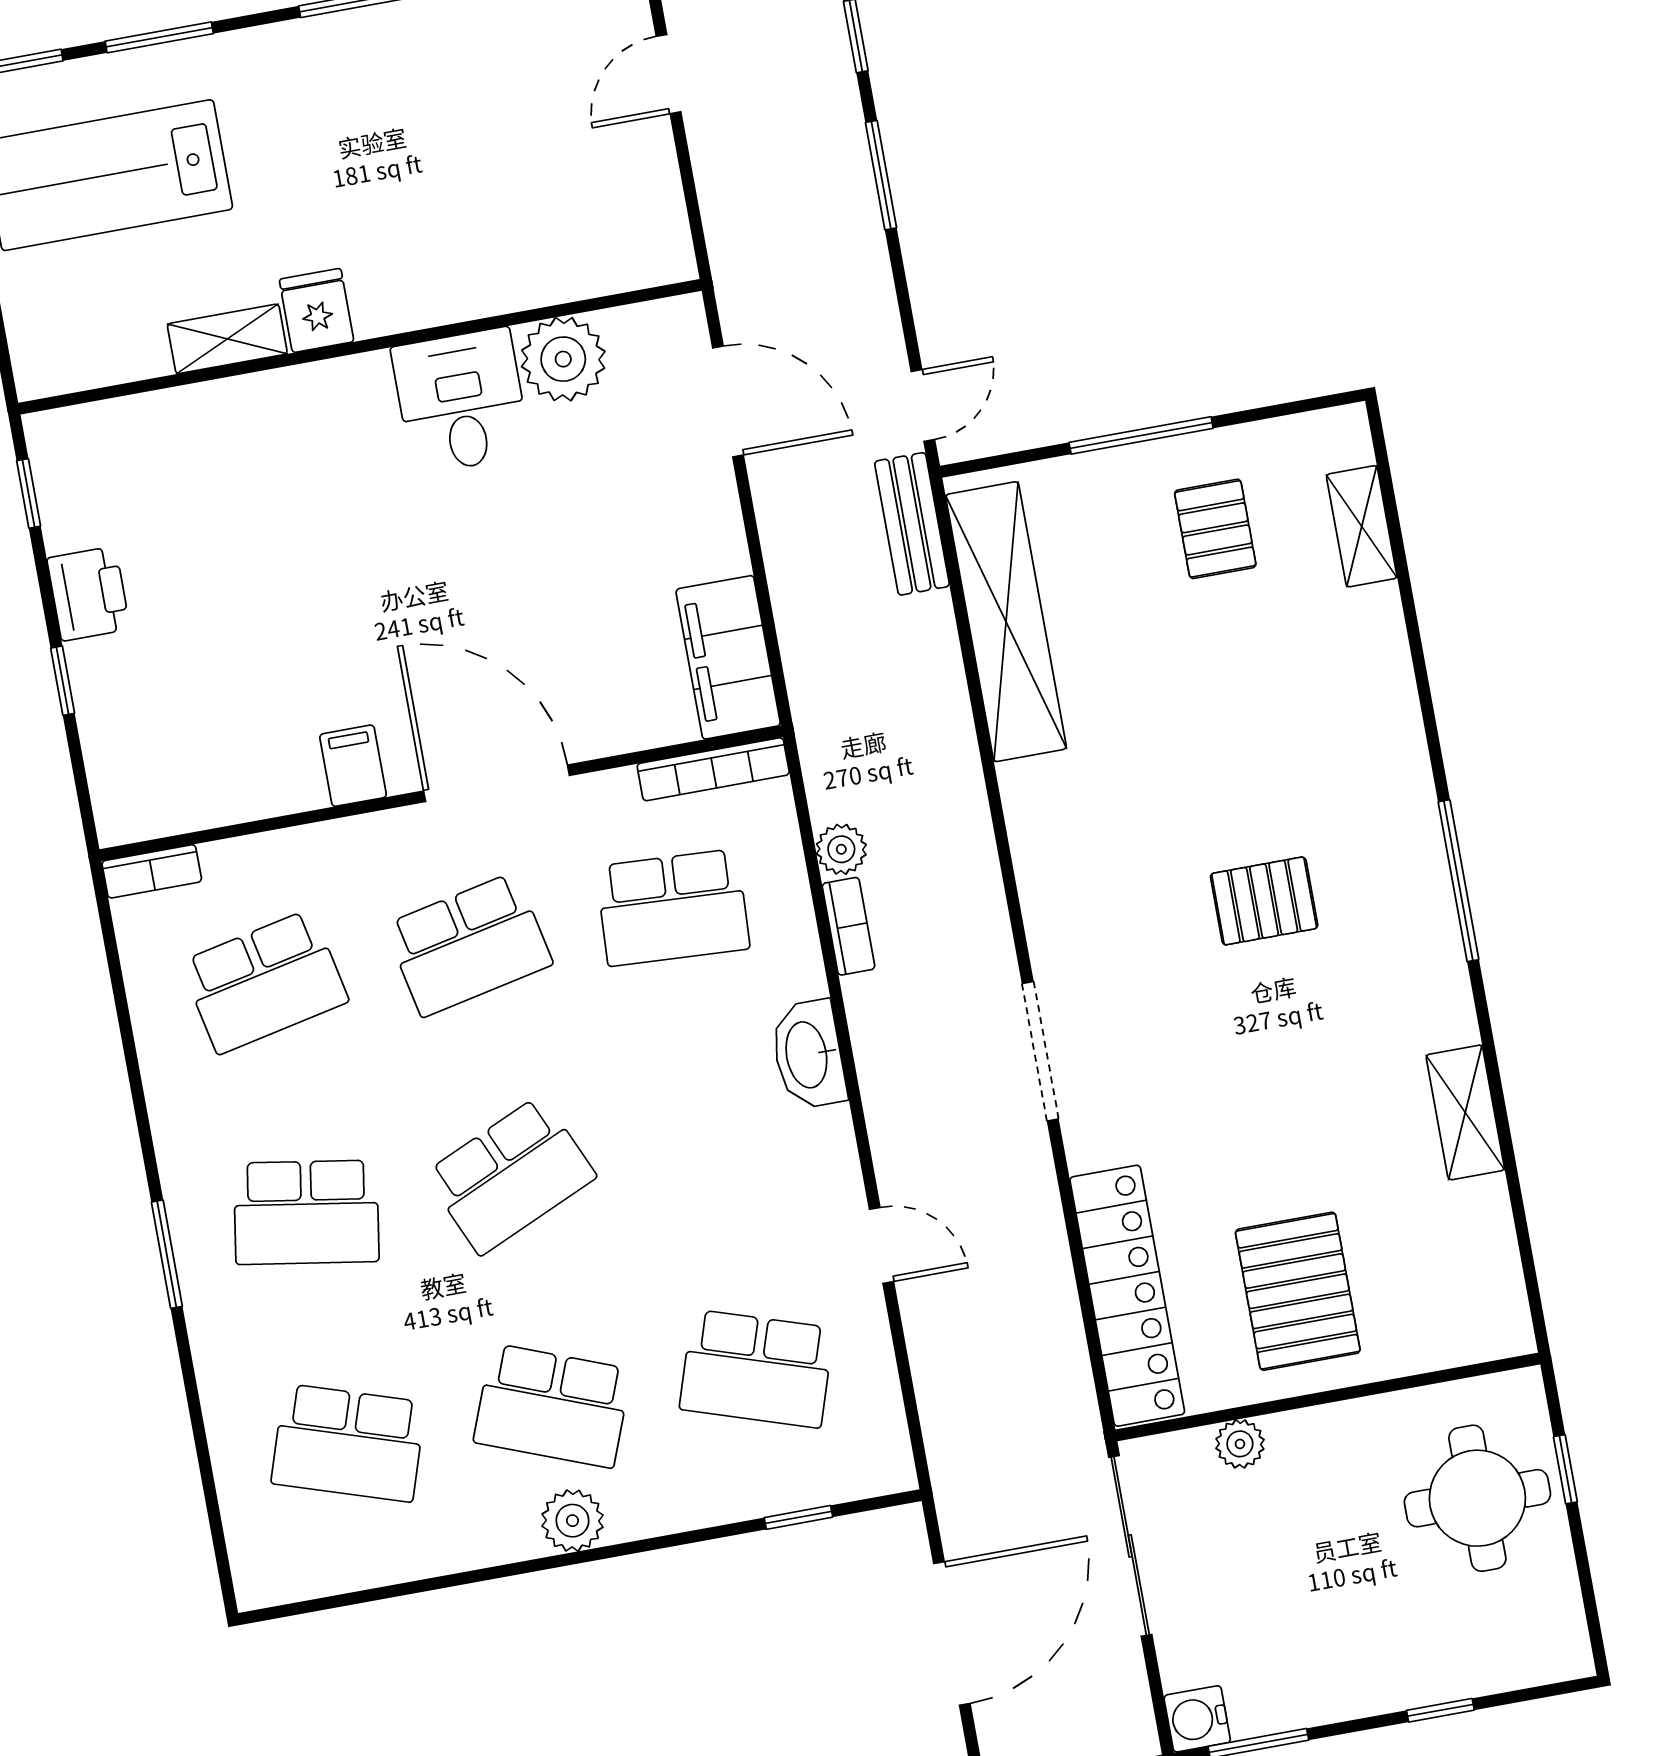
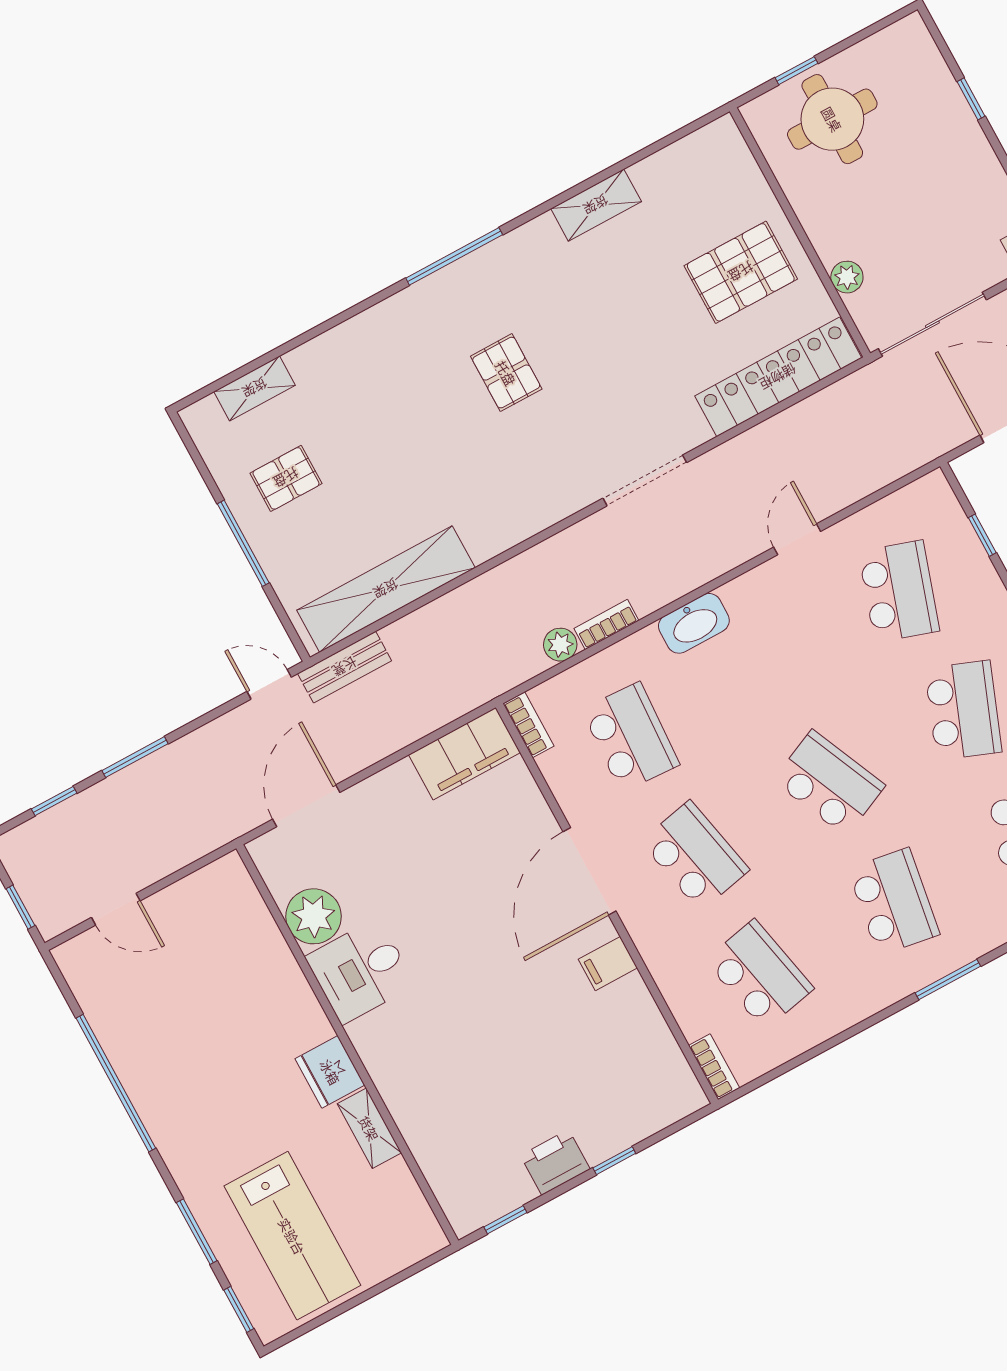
fridge: (317, 311) -> (330, 1072), width x1.38
bookcase: (713, 769) -> (528, 725), width x0.64

